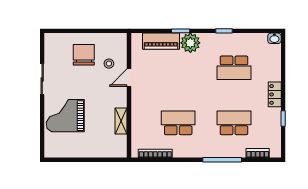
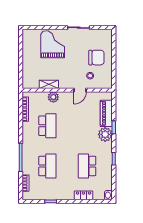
door: (129, 78) -> (80, 90), swing flipped
locker: (275, 94) -> (84, 195), moved
plant: (139, 115) -> (53, 97), added

